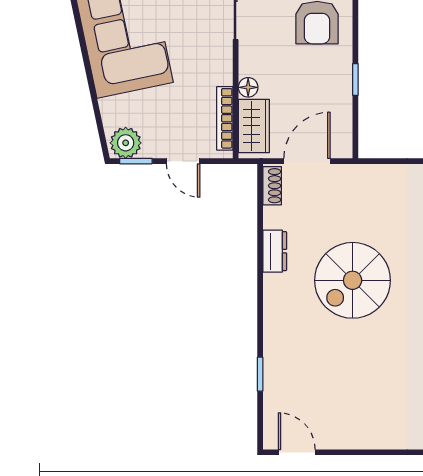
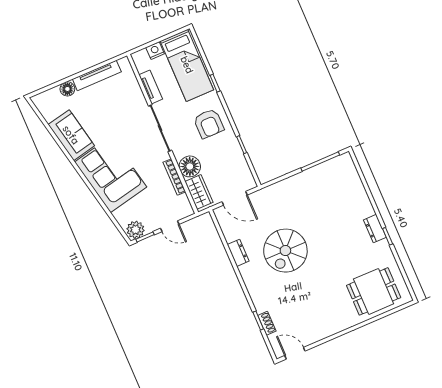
floor lamp: (248, 87) -> (190, 166), width x1.89, depth x1.89
bookcase: (225, 118) -> (174, 177), moved
door: (307, 161) -> (235, 198), swing flipped
shoe rack: (272, 186) -> (267, 323), moved

